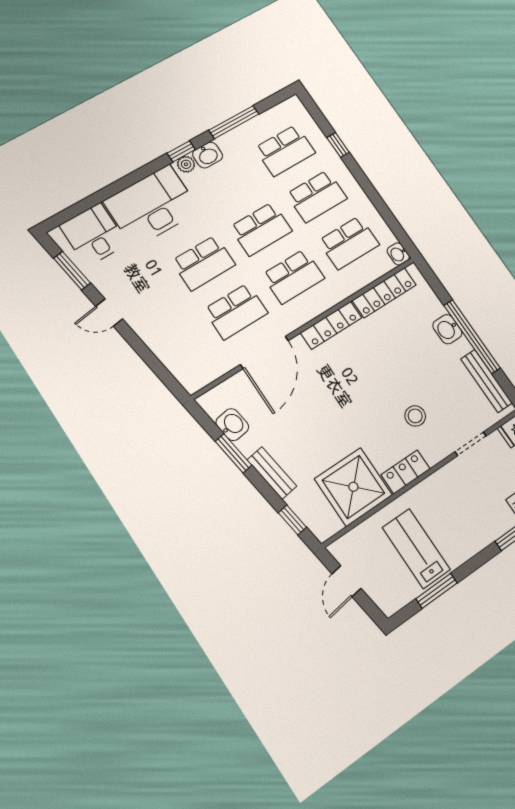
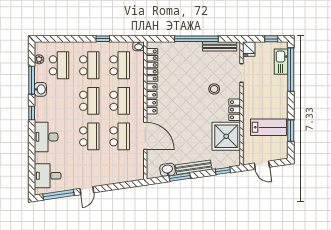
window: (338, 145) -> (103, 39), moved
washbasin: (208, 155) -> (40, 89), moved
plant: (186, 164) -> (39, 59), moved
desk: (152, 206) -> (46, 137), width x0.73, depth x0.77
window: (72, 271) -> (58, 195), width x1.44
washbasin: (447, 329) -> (186, 48), removed
bench: (272, 473) -> (194, 167), width x1.36
lab bench: (416, 548) -> (268, 127), turned 180

